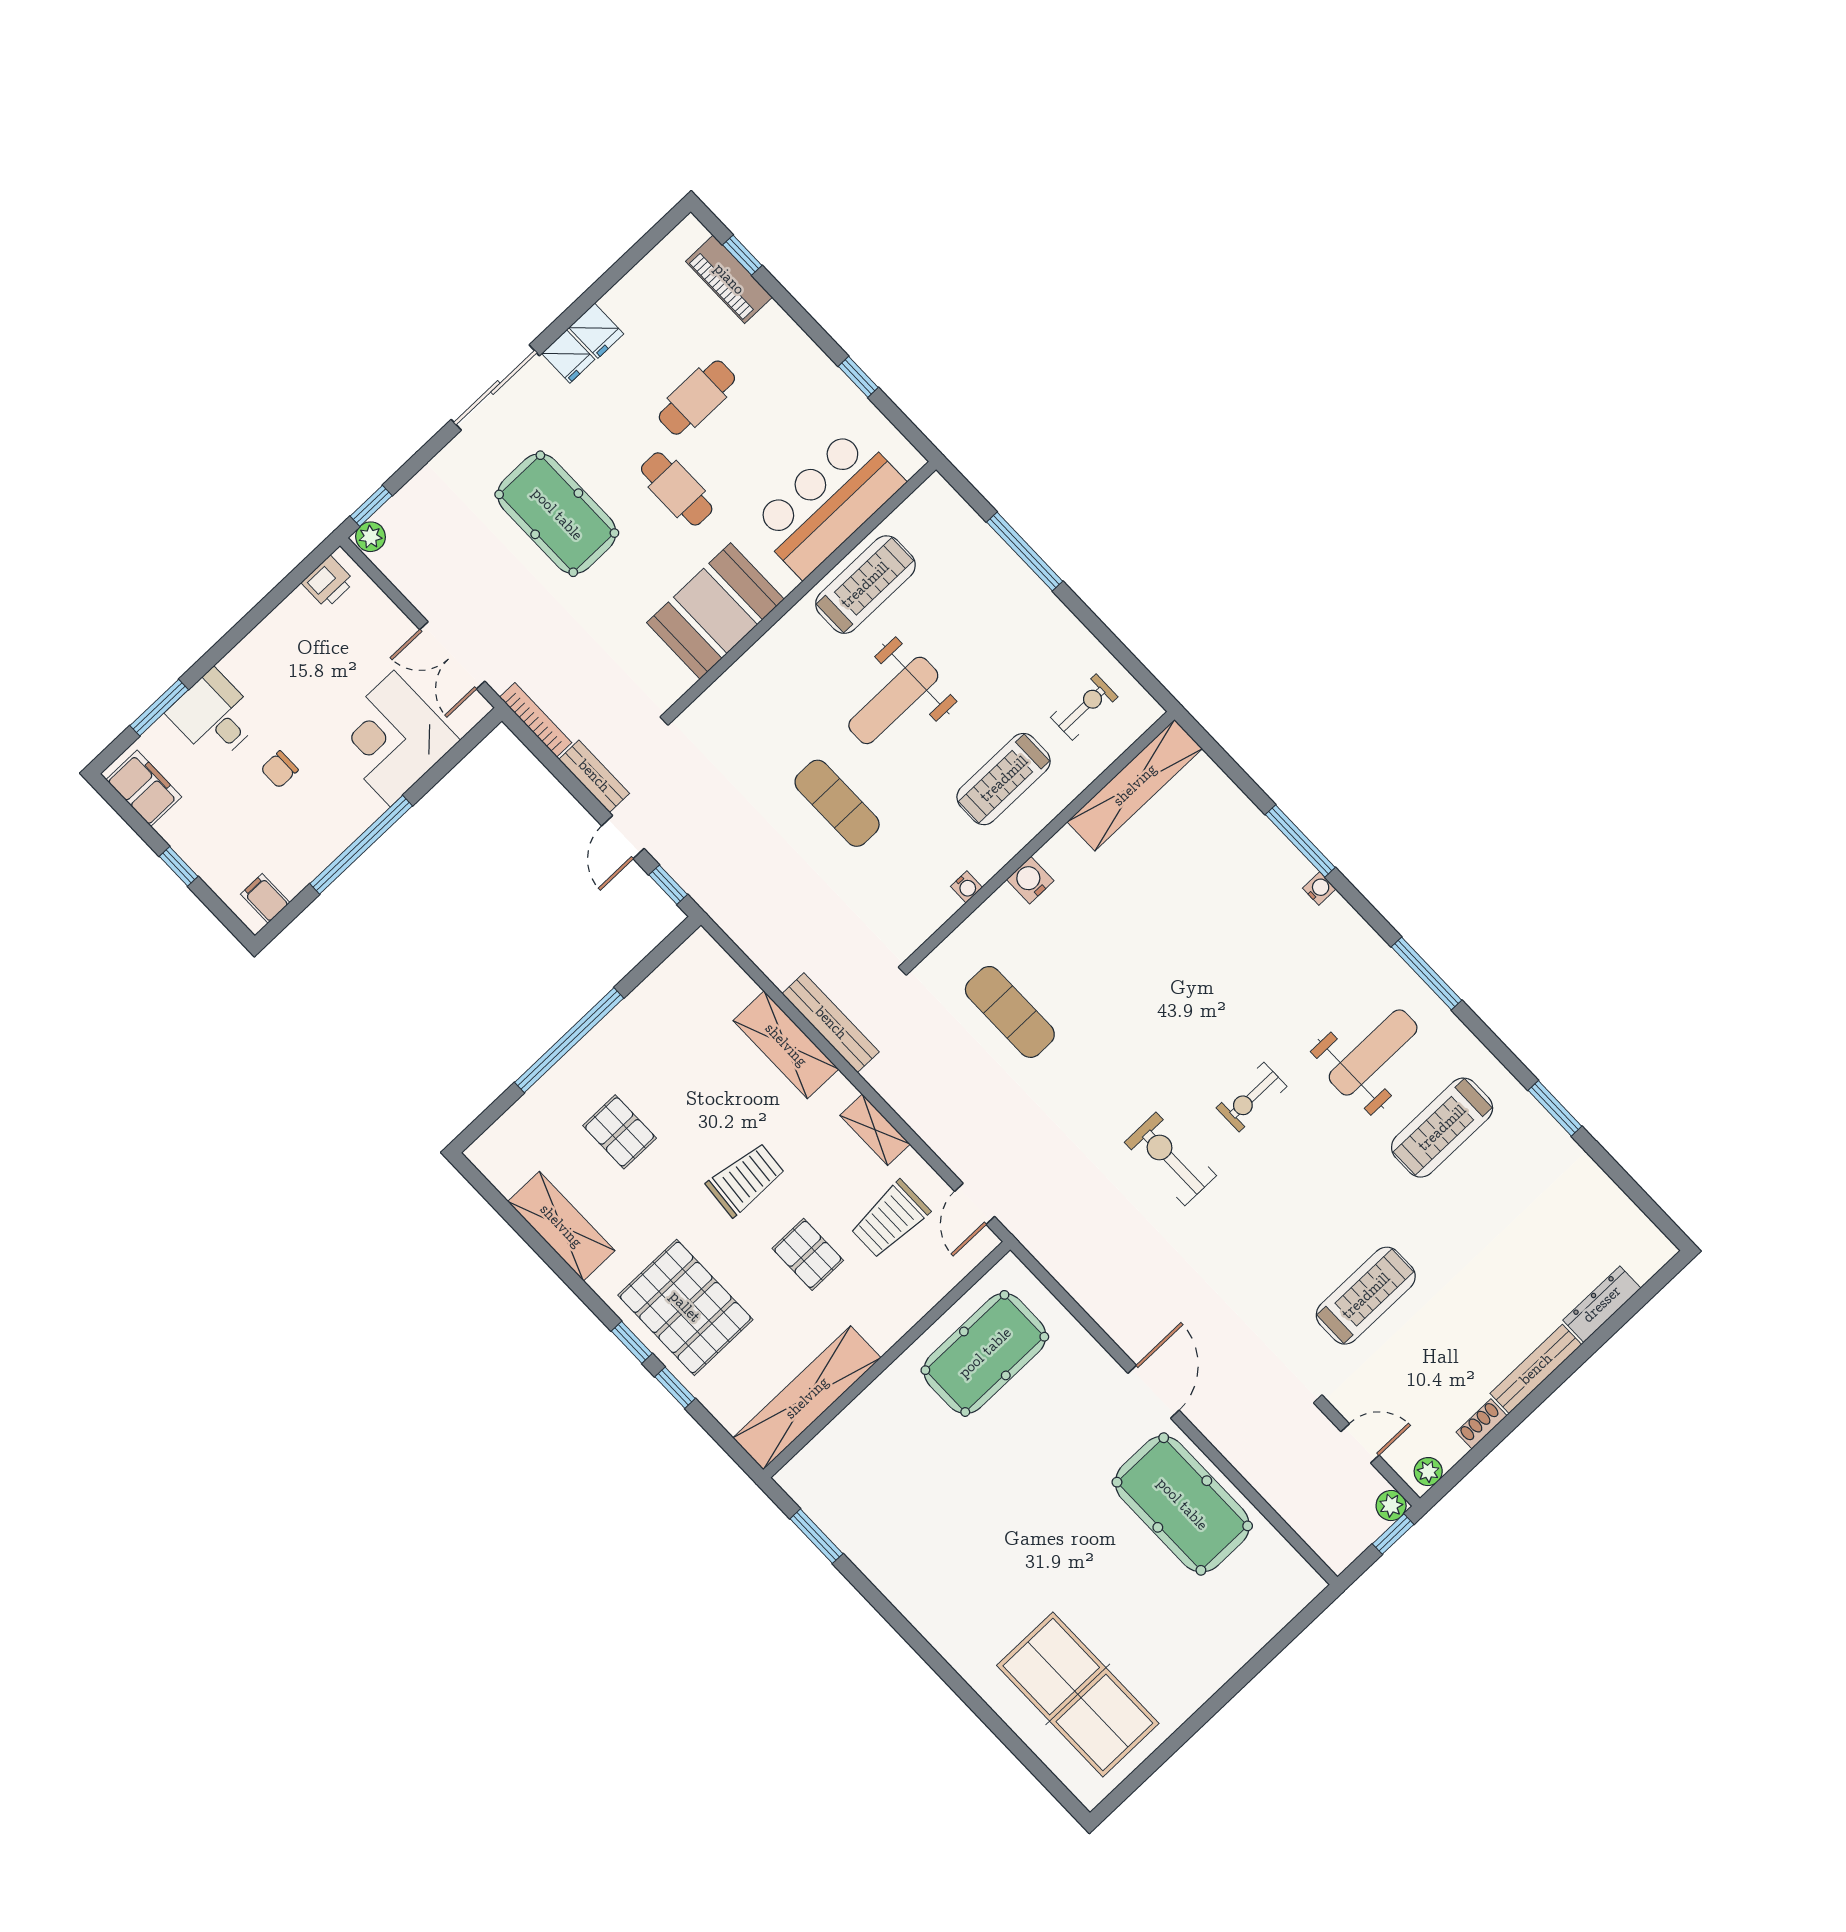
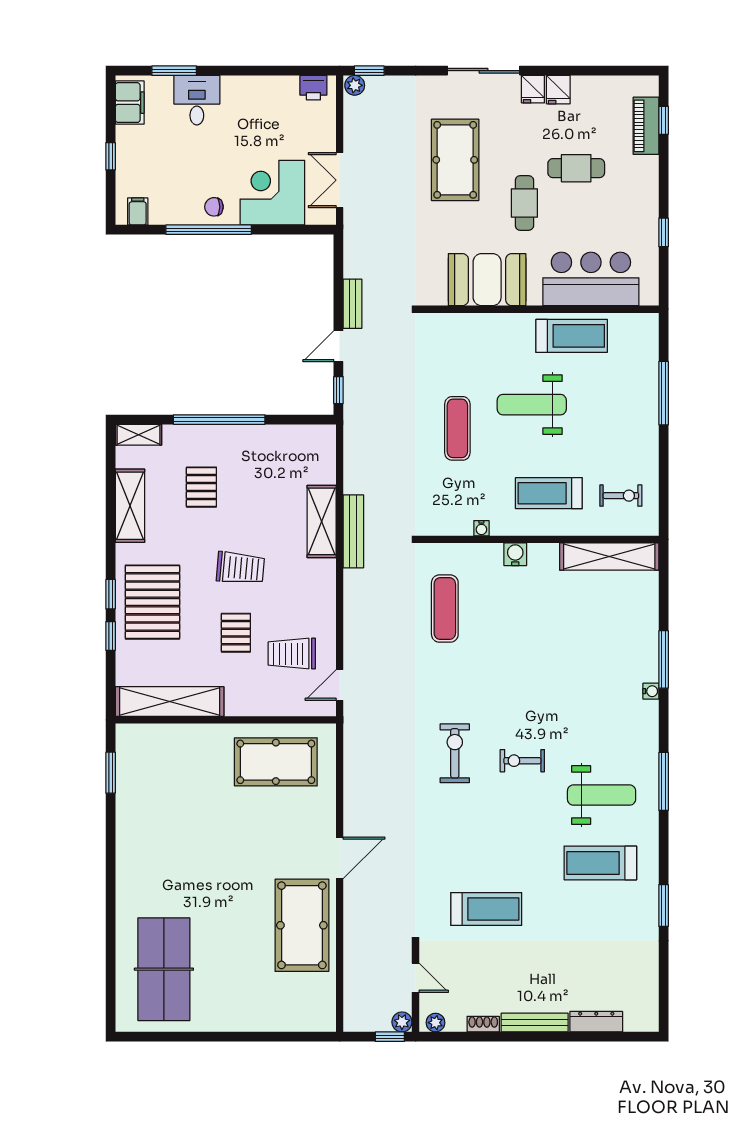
bookcase: (536, 720) -> (350, 250), removed
chair: (279, 769) -> (214, 207), moved
shelving: (875, 1130) -> (138, 435), moved, turned 90

